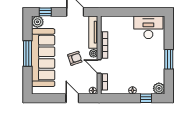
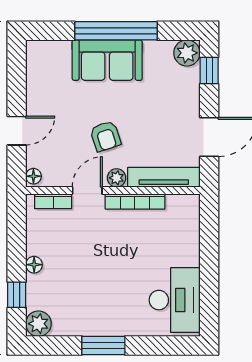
window: (28, 54) -> (116, 31), width x1.46
sofa: (43, 58) -> (107, 60), width x0.54, depth x0.79

